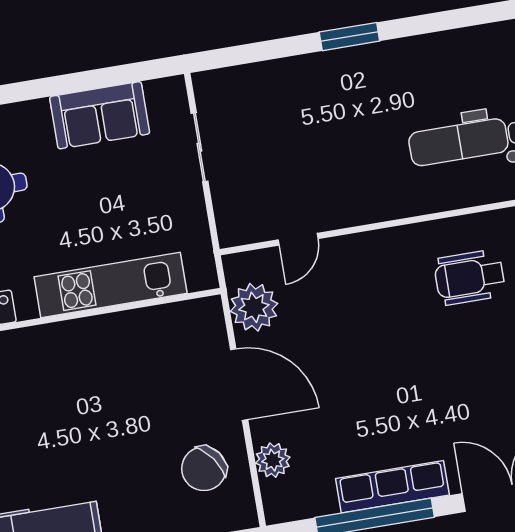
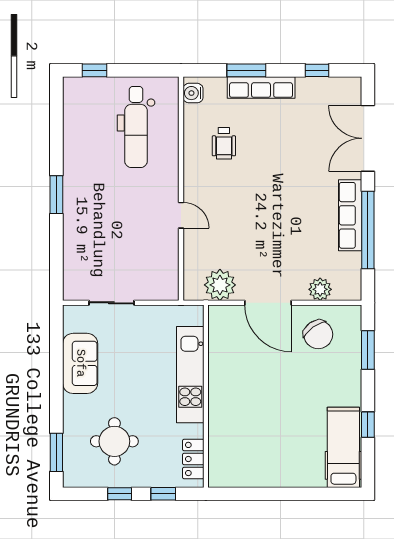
door: (298, 239) -> (181, 215), moved
wheelchair: (470, 277) -> (224, 143), width x0.73, depth x0.73
door: (239, 385) -> (268, 303), swing flipped

